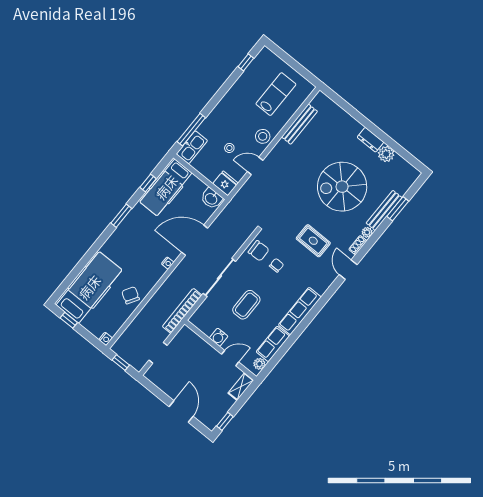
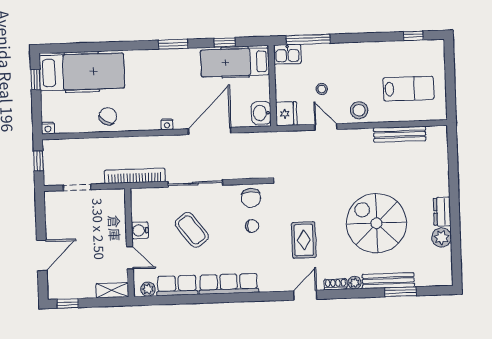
kitchen sink: (192, 147) -> (287, 54), width x0.73
door: (195, 240) -> (210, 131), hinge flipped
coffee table: (246, 305) -> (192, 230), turned 53

